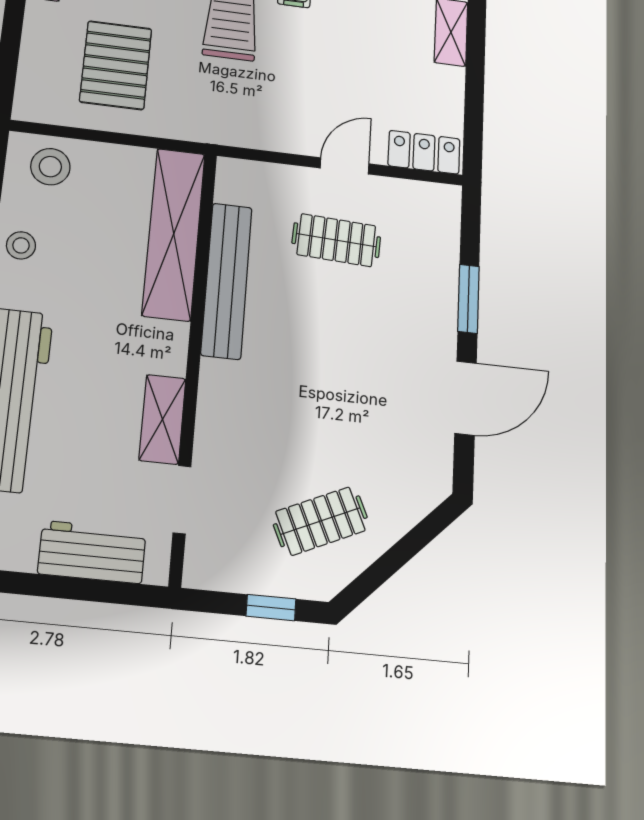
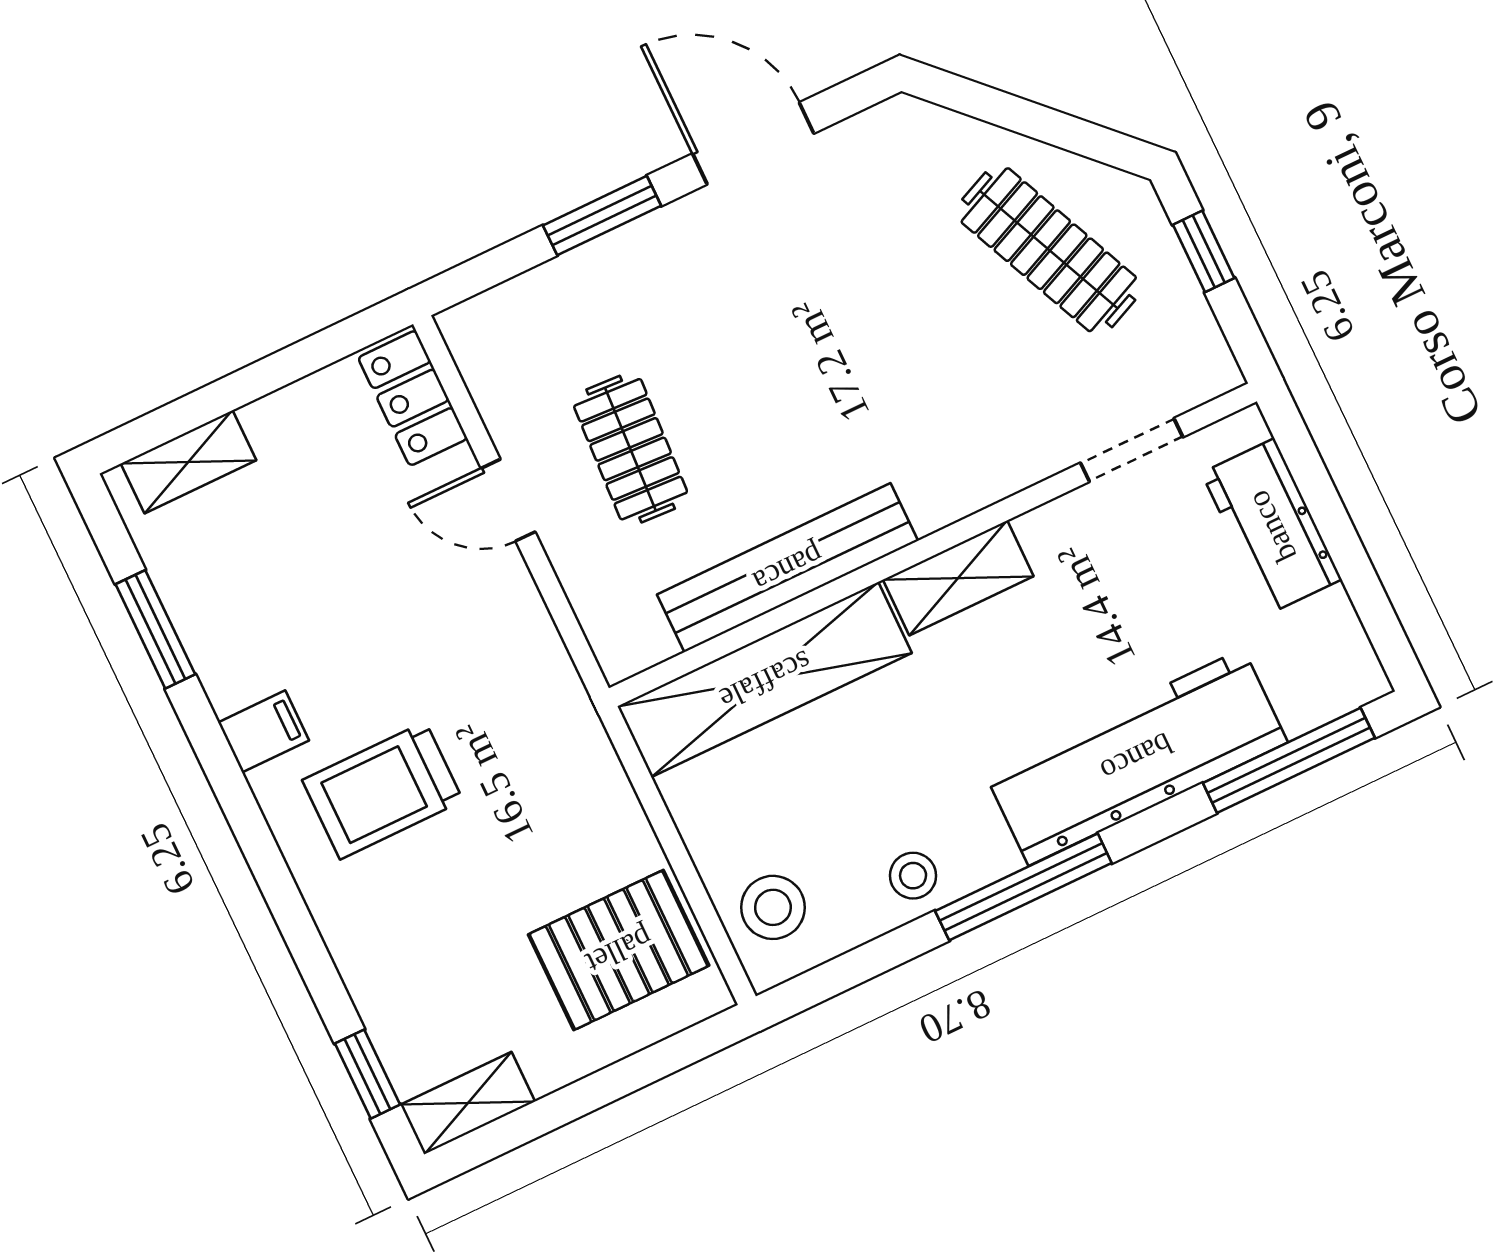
pallet: (116, 65) -> (619, 950), moved
shelving: (162, 419) -> (958, 578), moved
clothes rail: (320, 521) -> (1049, 250), width x1.36

